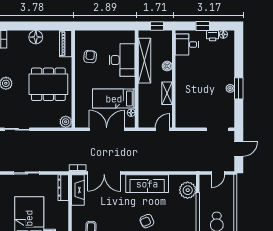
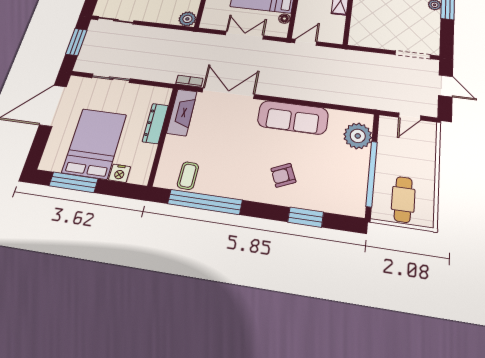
double door: (107, 129) -> (244, 35), width x0.73
door: (162, 129) -> (306, 42), moved
door: (239, 149) -> (446, 86), hinge flipped
double door: (104, 173) -> (228, 93), swing flipped
dresser: (63, 188) -> (155, 123), moved

